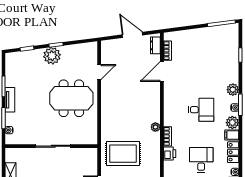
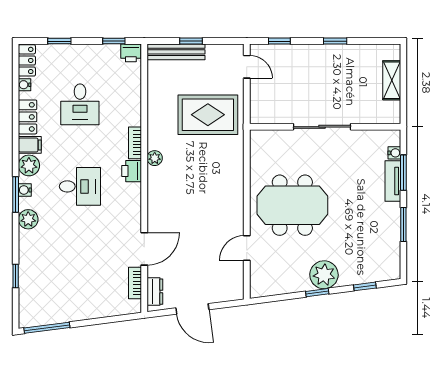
tv unit: (10, 100) -> (393, 181), moved
desk: (201, 110) -> (80, 186), turned 180
printer: (170, 154) -> (132, 171), moved

